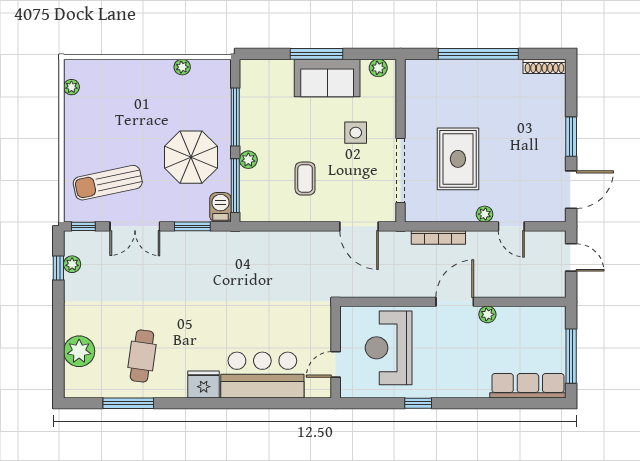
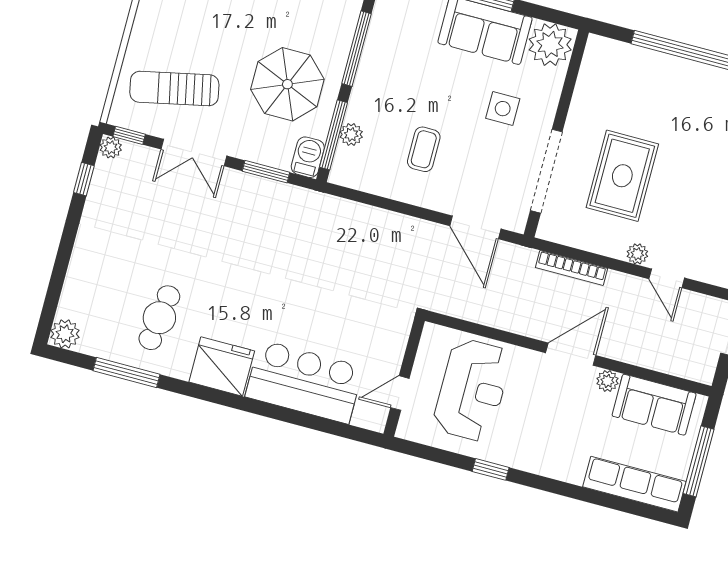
plant: (378, 68) -> (550, 45), width x1.88, depth x1.88
plant: (248, 160) -> (351, 134), moved
plant: (72, 264) -> (111, 147), moved
sofa: (527, 323) -> (654, 405), added
reception desk: (389, 348) -> (472, 390), turned 180
plant: (79, 351) -> (65, 334), moved, width x0.73, depth x0.73
fridge: (204, 384) -> (222, 366), width x1.36, depth x1.34

